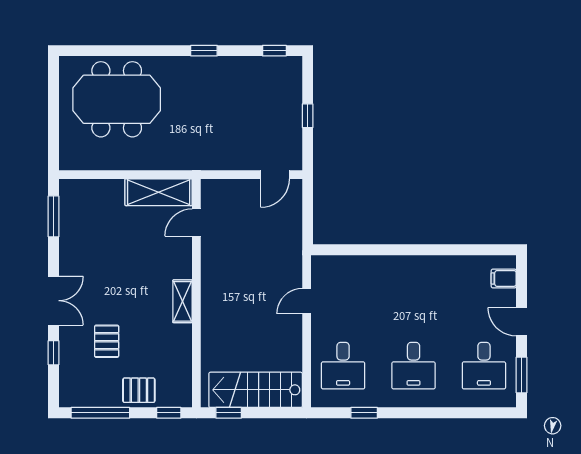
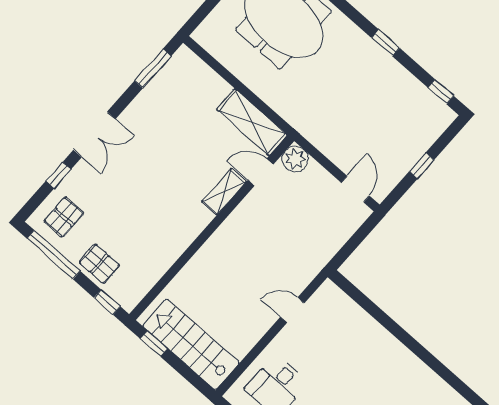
door: (275, 175) -> (355, 189), swing flipped
plant: (213, 191) -> (295, 159), added
shelving: (183, 301) -> (224, 192), moved
pallet: (107, 341) -> (64, 217), moved

